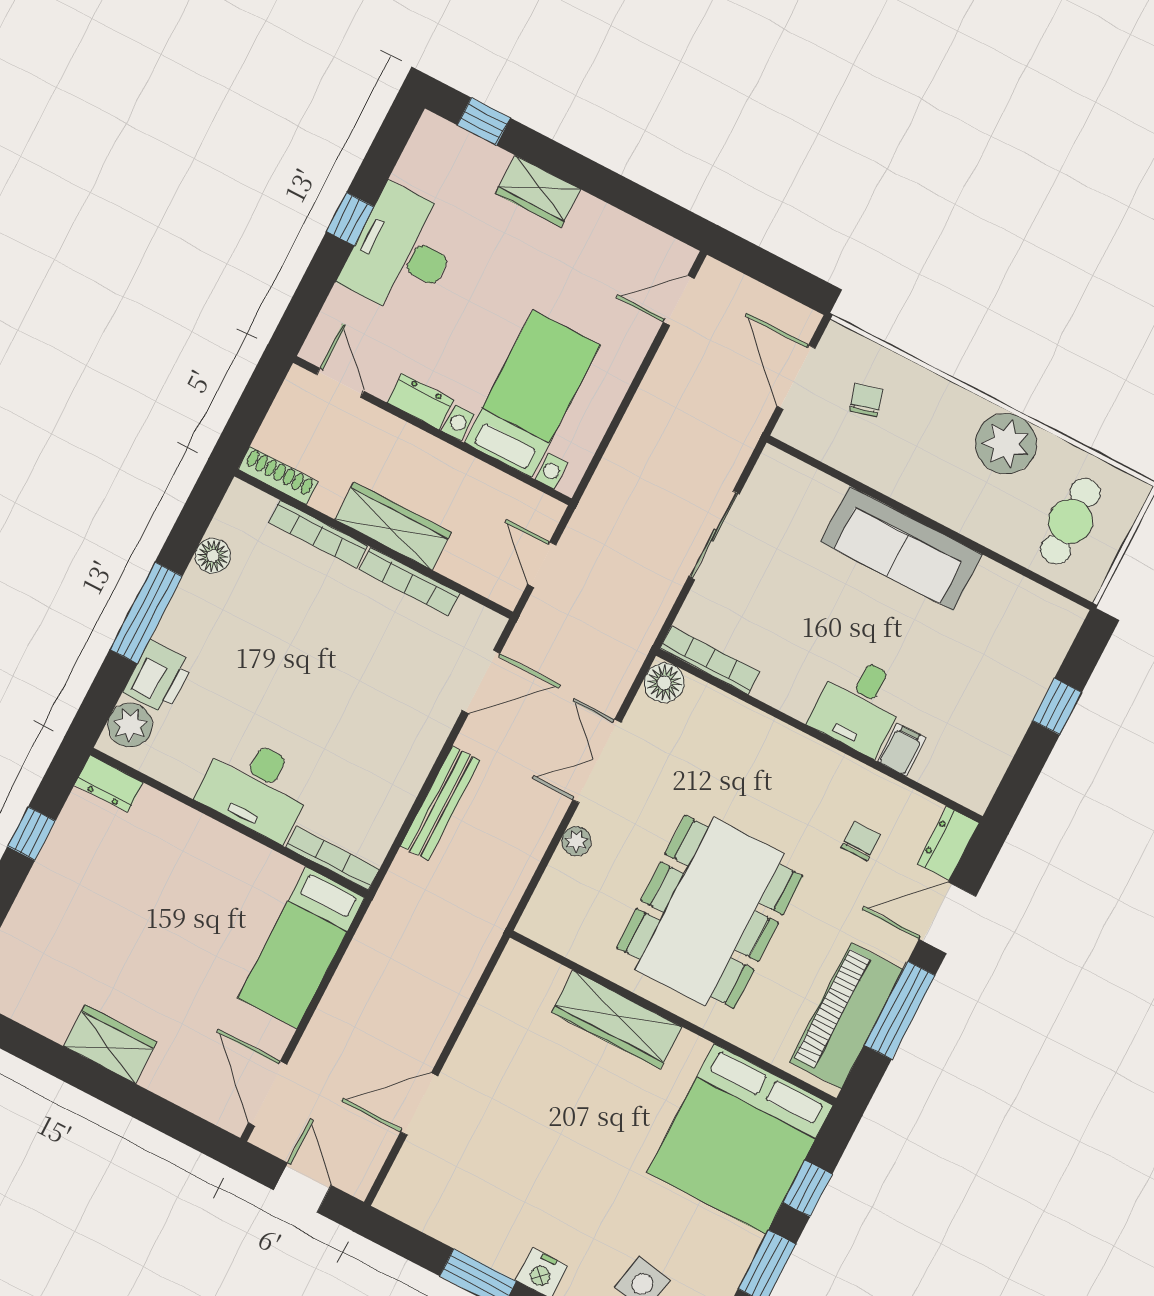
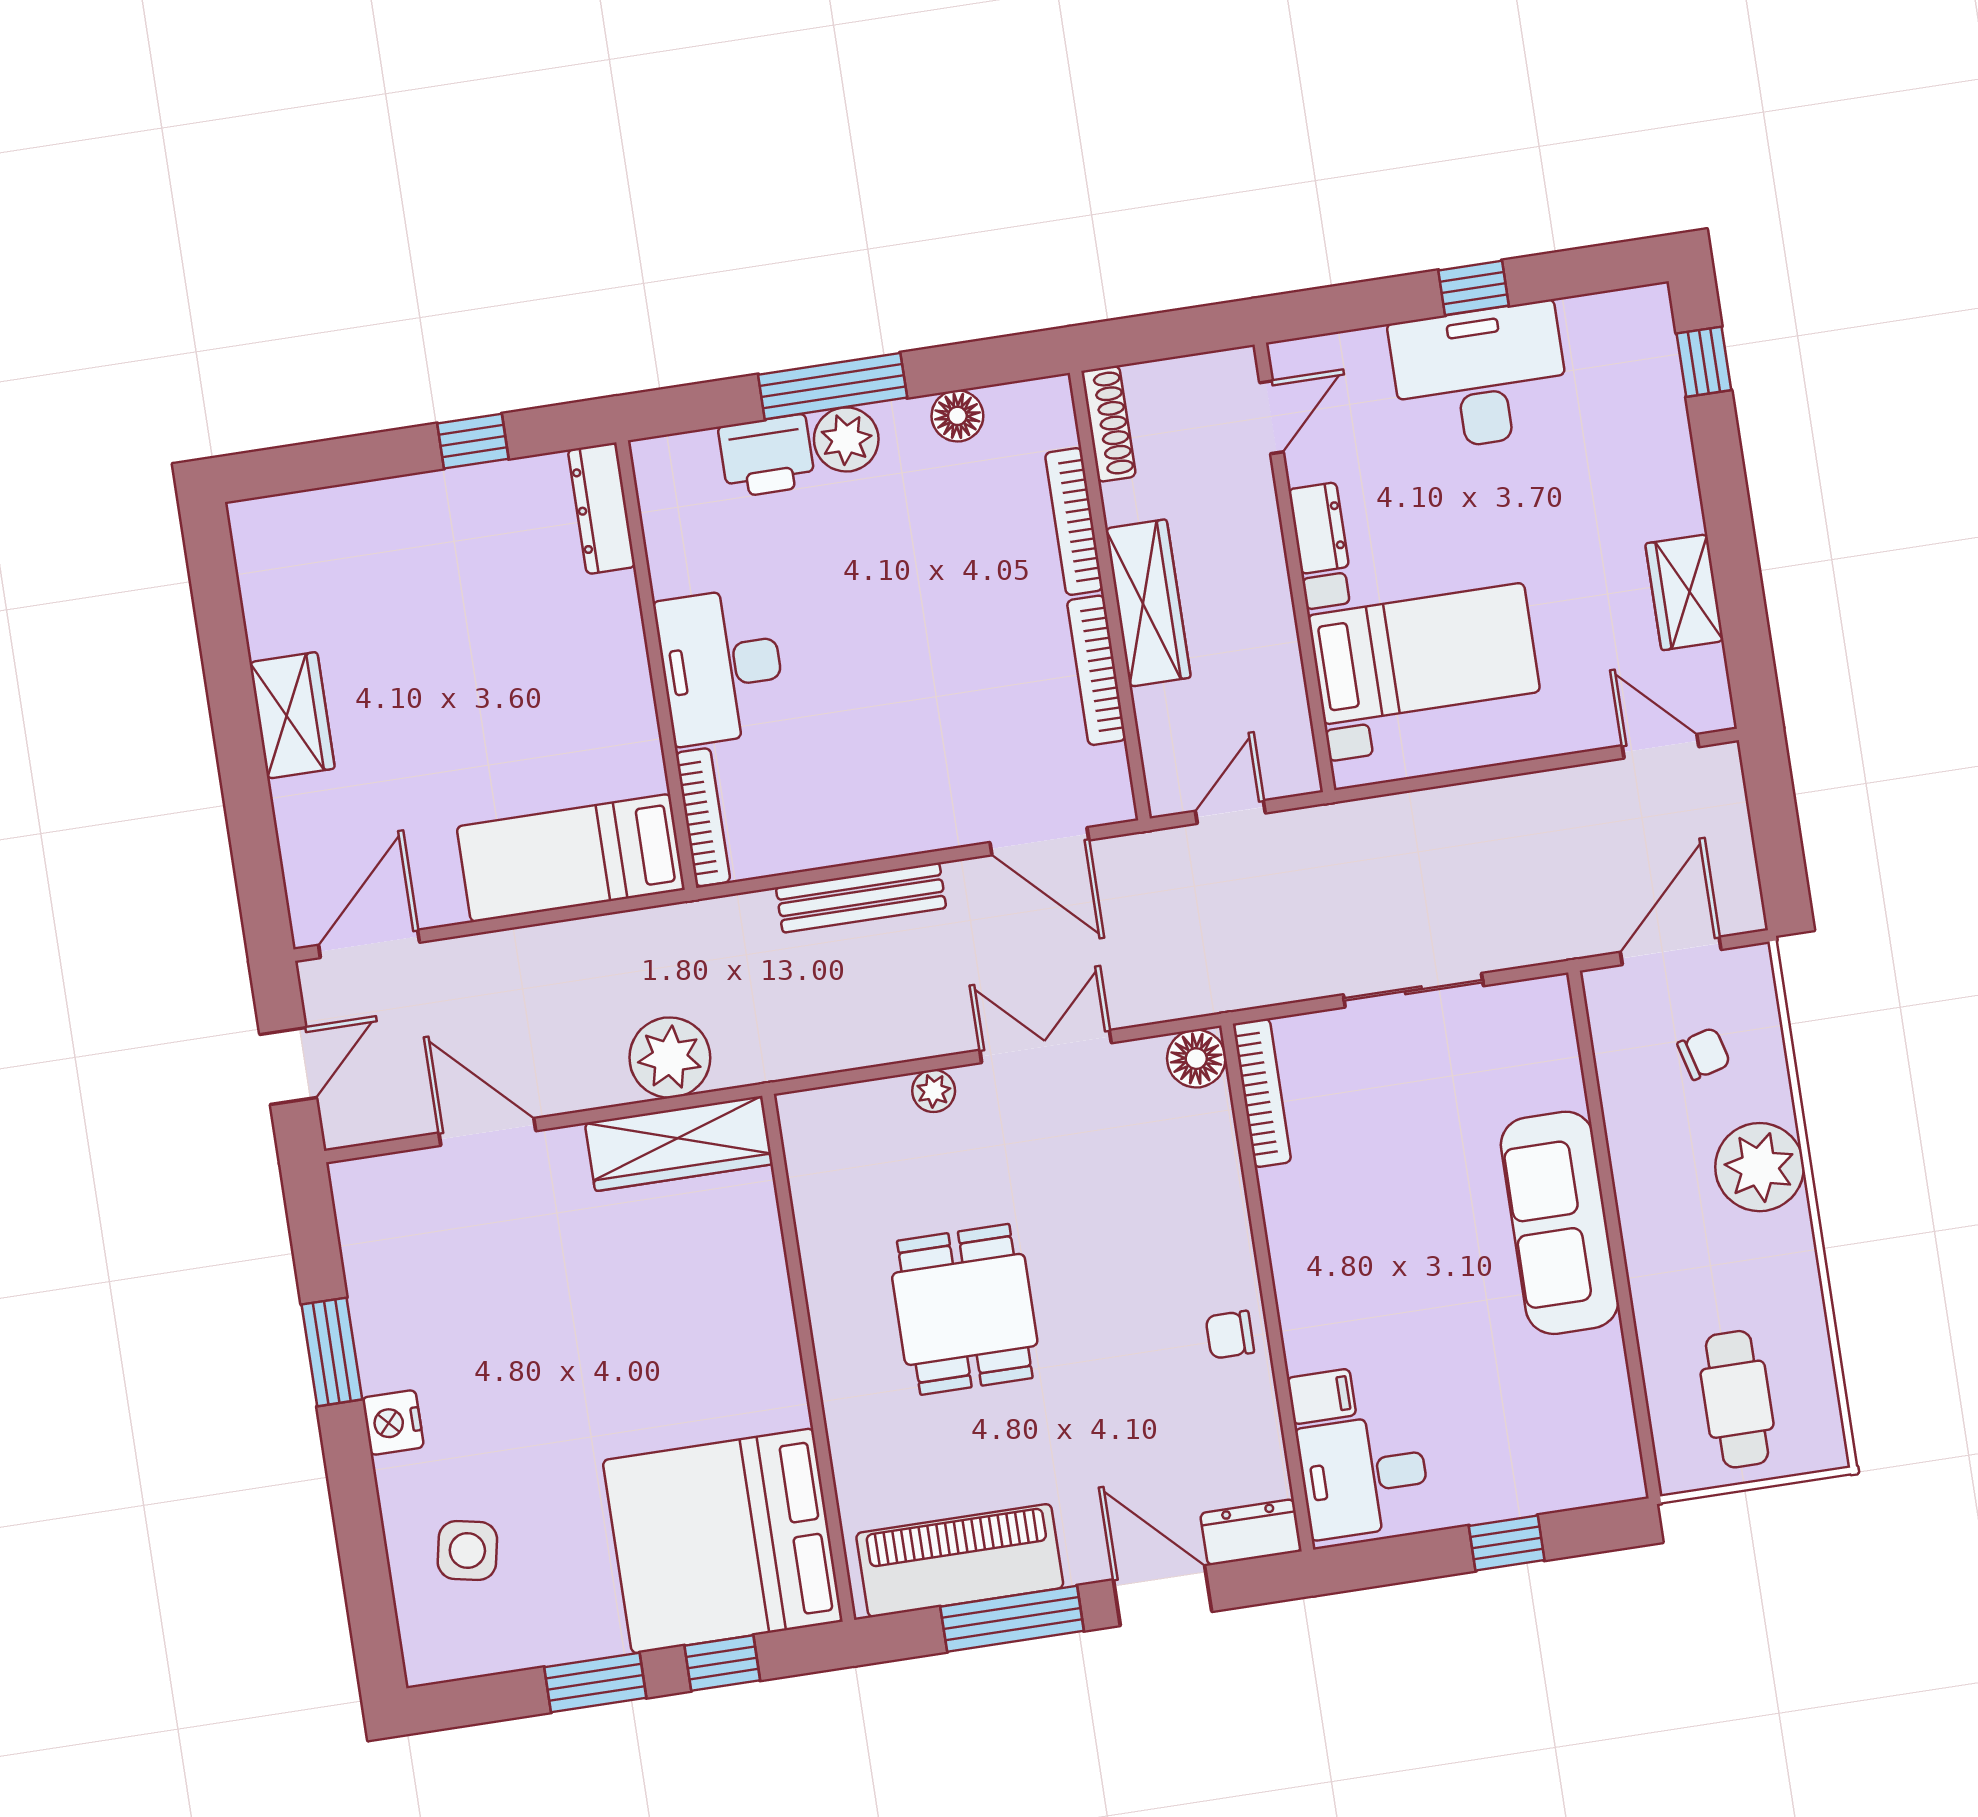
wardrobe: (538, 191) -> (1685, 592), moved
plant: (1006, 444) -> (1760, 1167), moved
cafe table: (1070, 521) -> (1737, 1399), turned 90
desk: (859, 705) -> (1364, 1476), moved
plant: (130, 725) -> (846, 439), moved
dresser: (109, 784) -> (602, 508), width x1.44
chair: (861, 841) -> (1230, 1335), moved, turned 180
dining table: (710, 912) -> (965, 1309), width x0.53, depth x0.80
plant: (452, 973) -> (670, 1058), added
wardrobe: (617, 1020) -> (679, 1144), moved, turned -90

